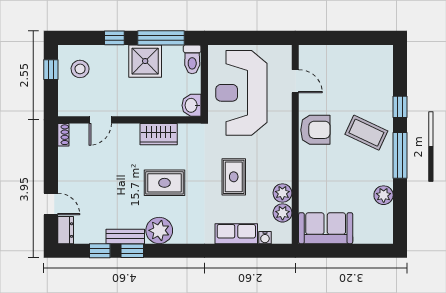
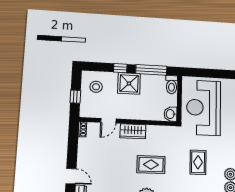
shower: (145, 61) -> (129, 83), moved
window: (51, 70) -> (75, 97), moved
wardrobe: (159, 134) -> (133, 131), moved

